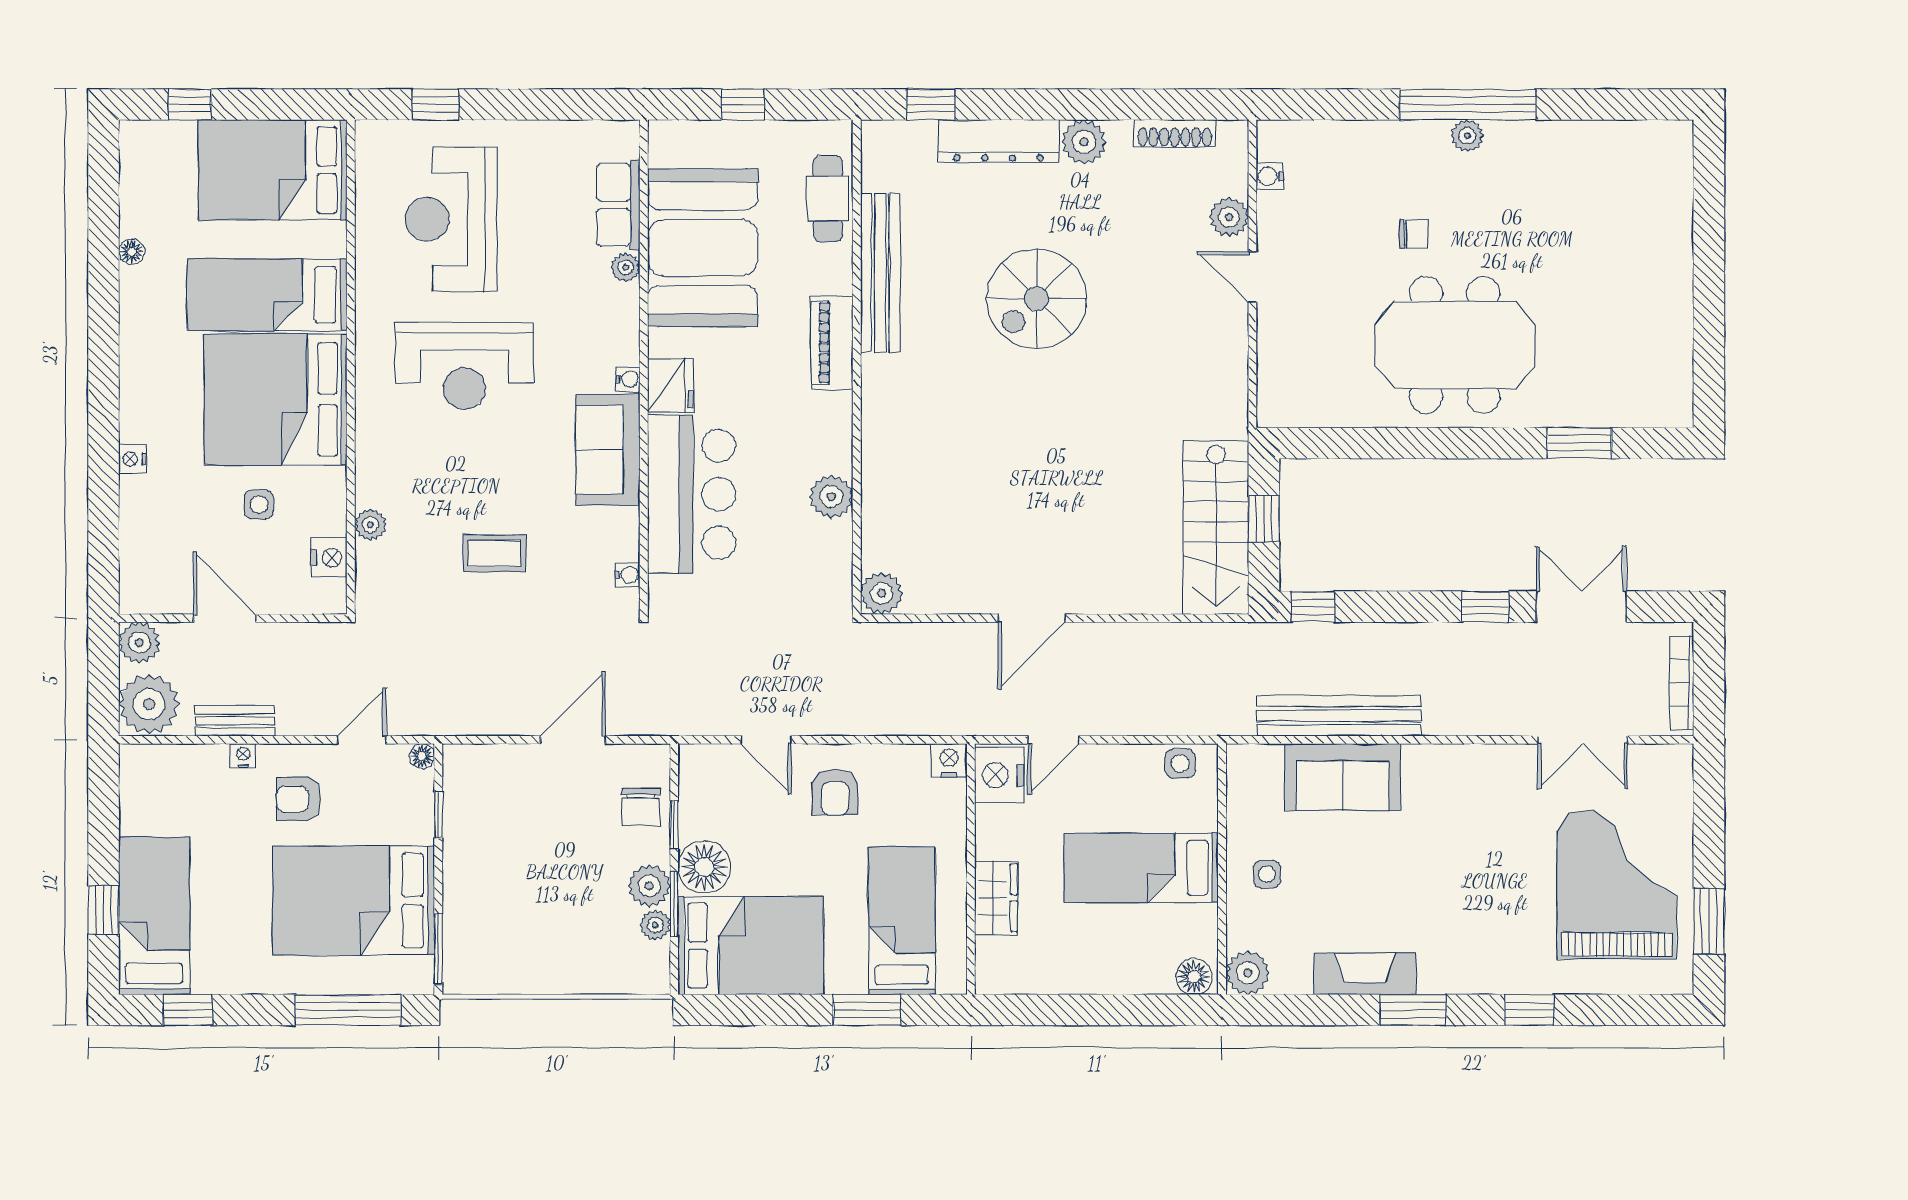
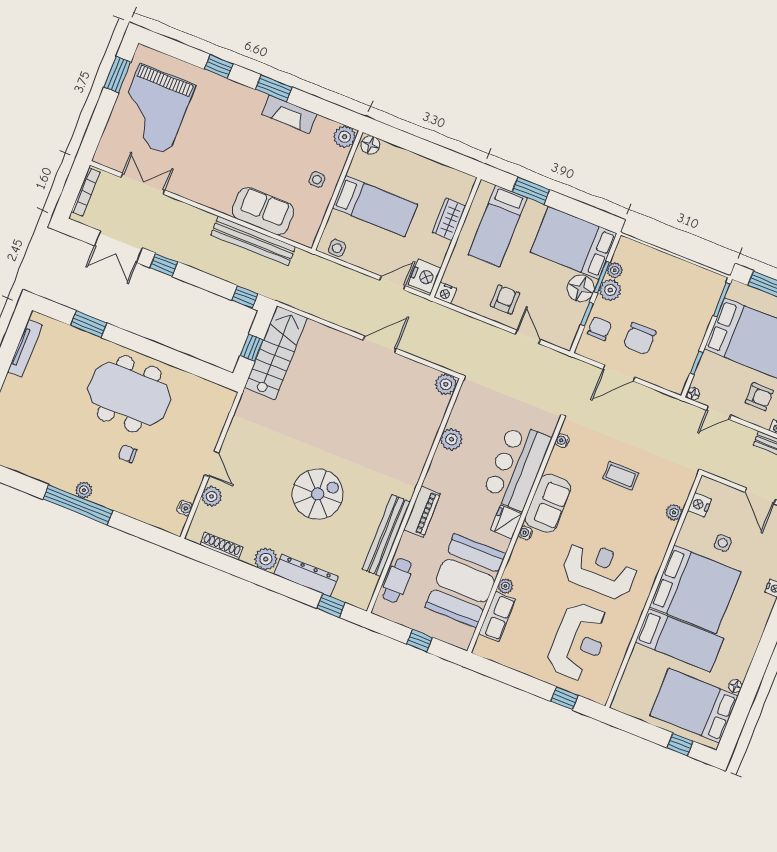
bed: (273, 170) -> (694, 706), moved, turned 180
tv unit: (1679, 352) -> (25, 348), added
chair: (560, 818) -> (640, 339), added

